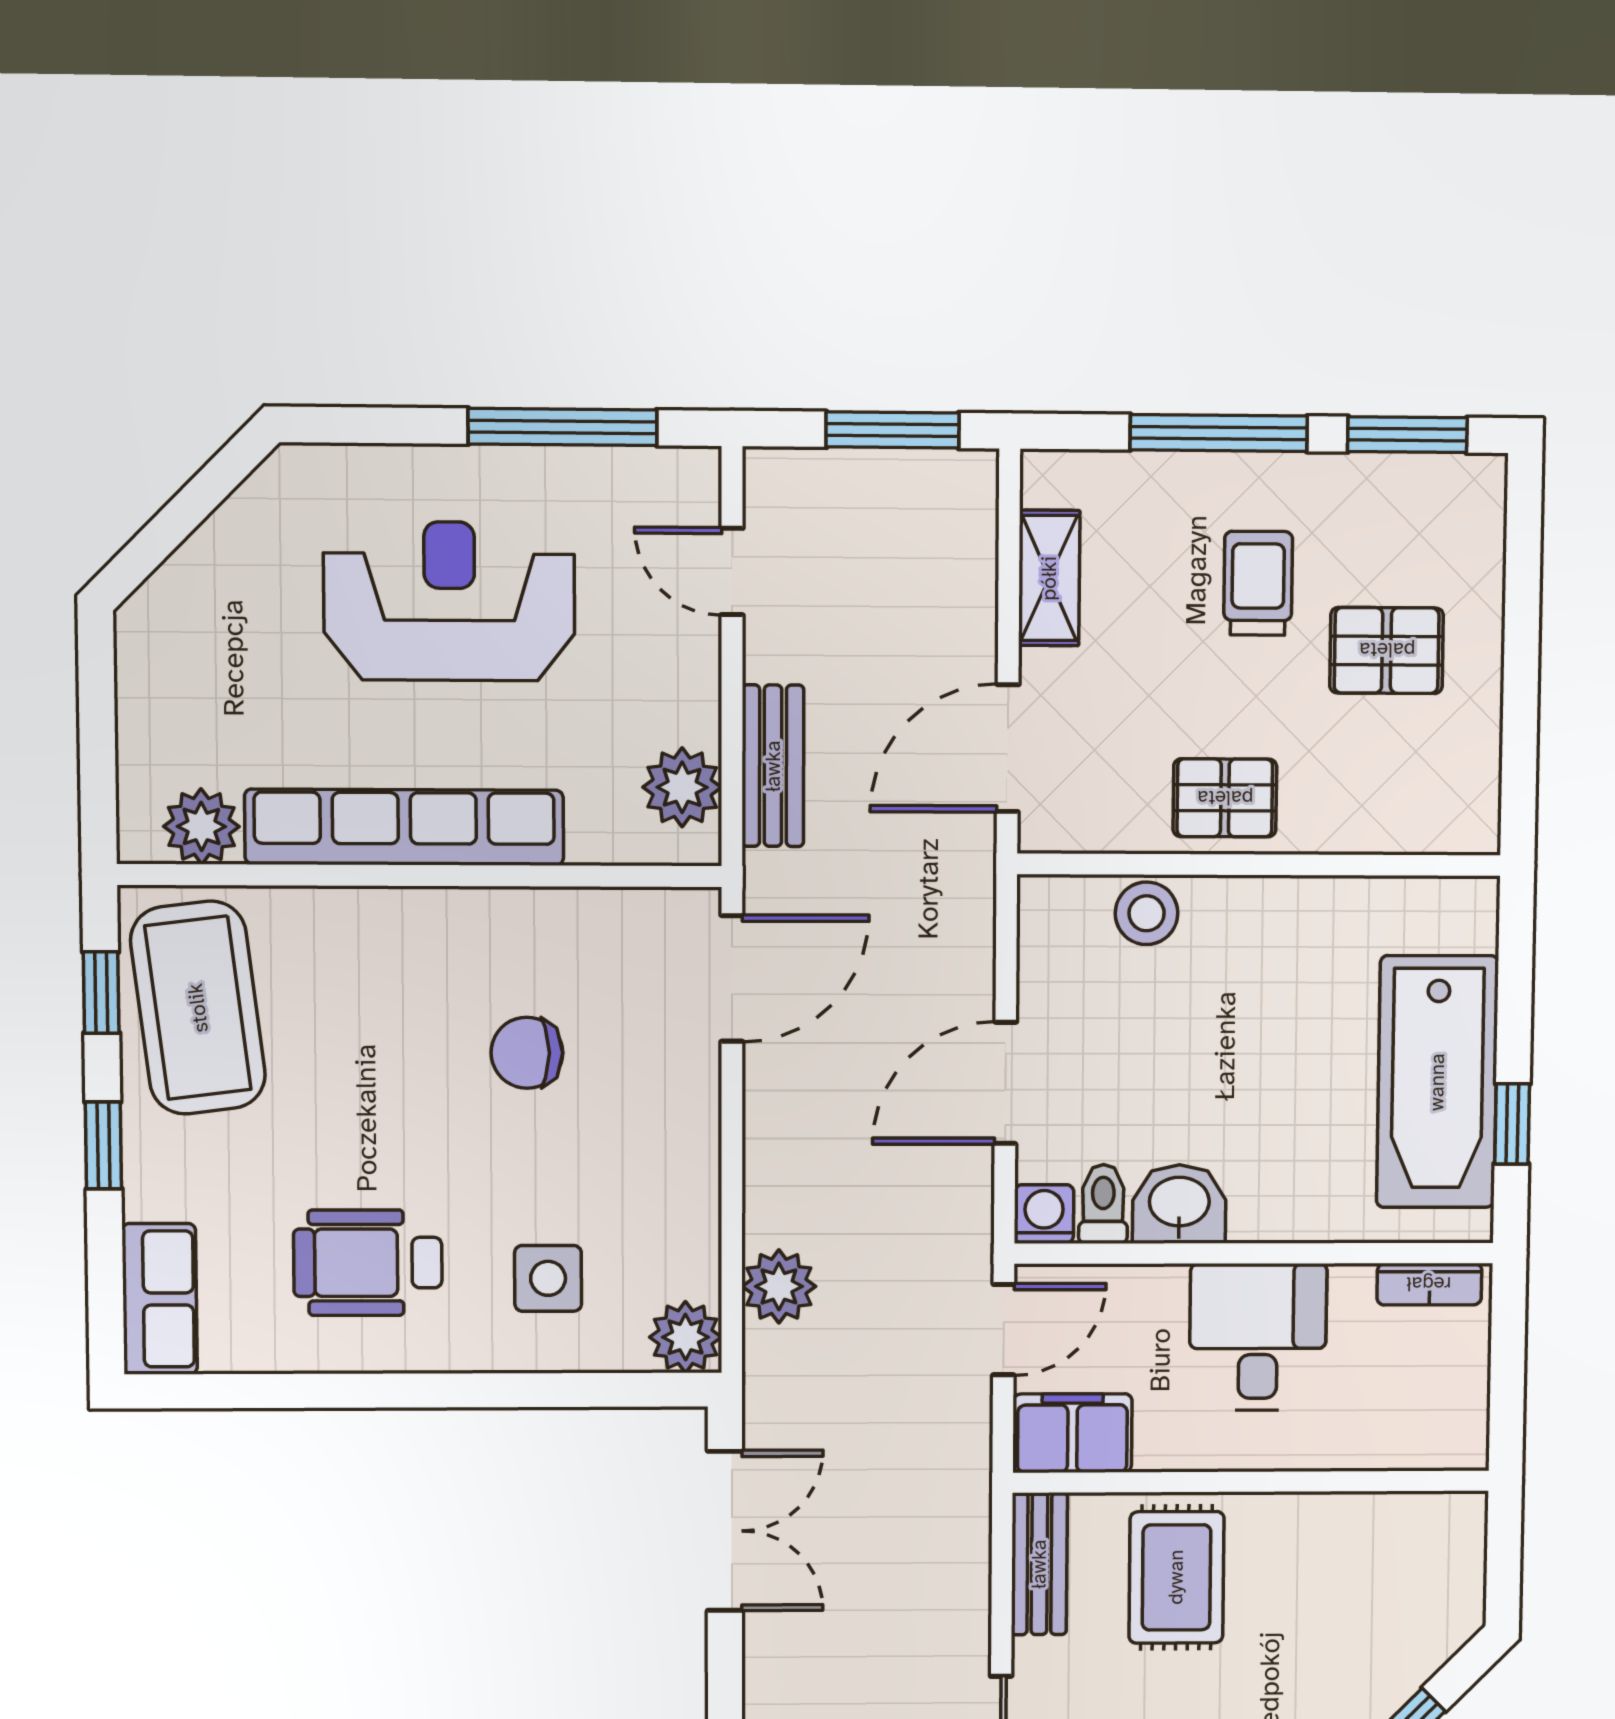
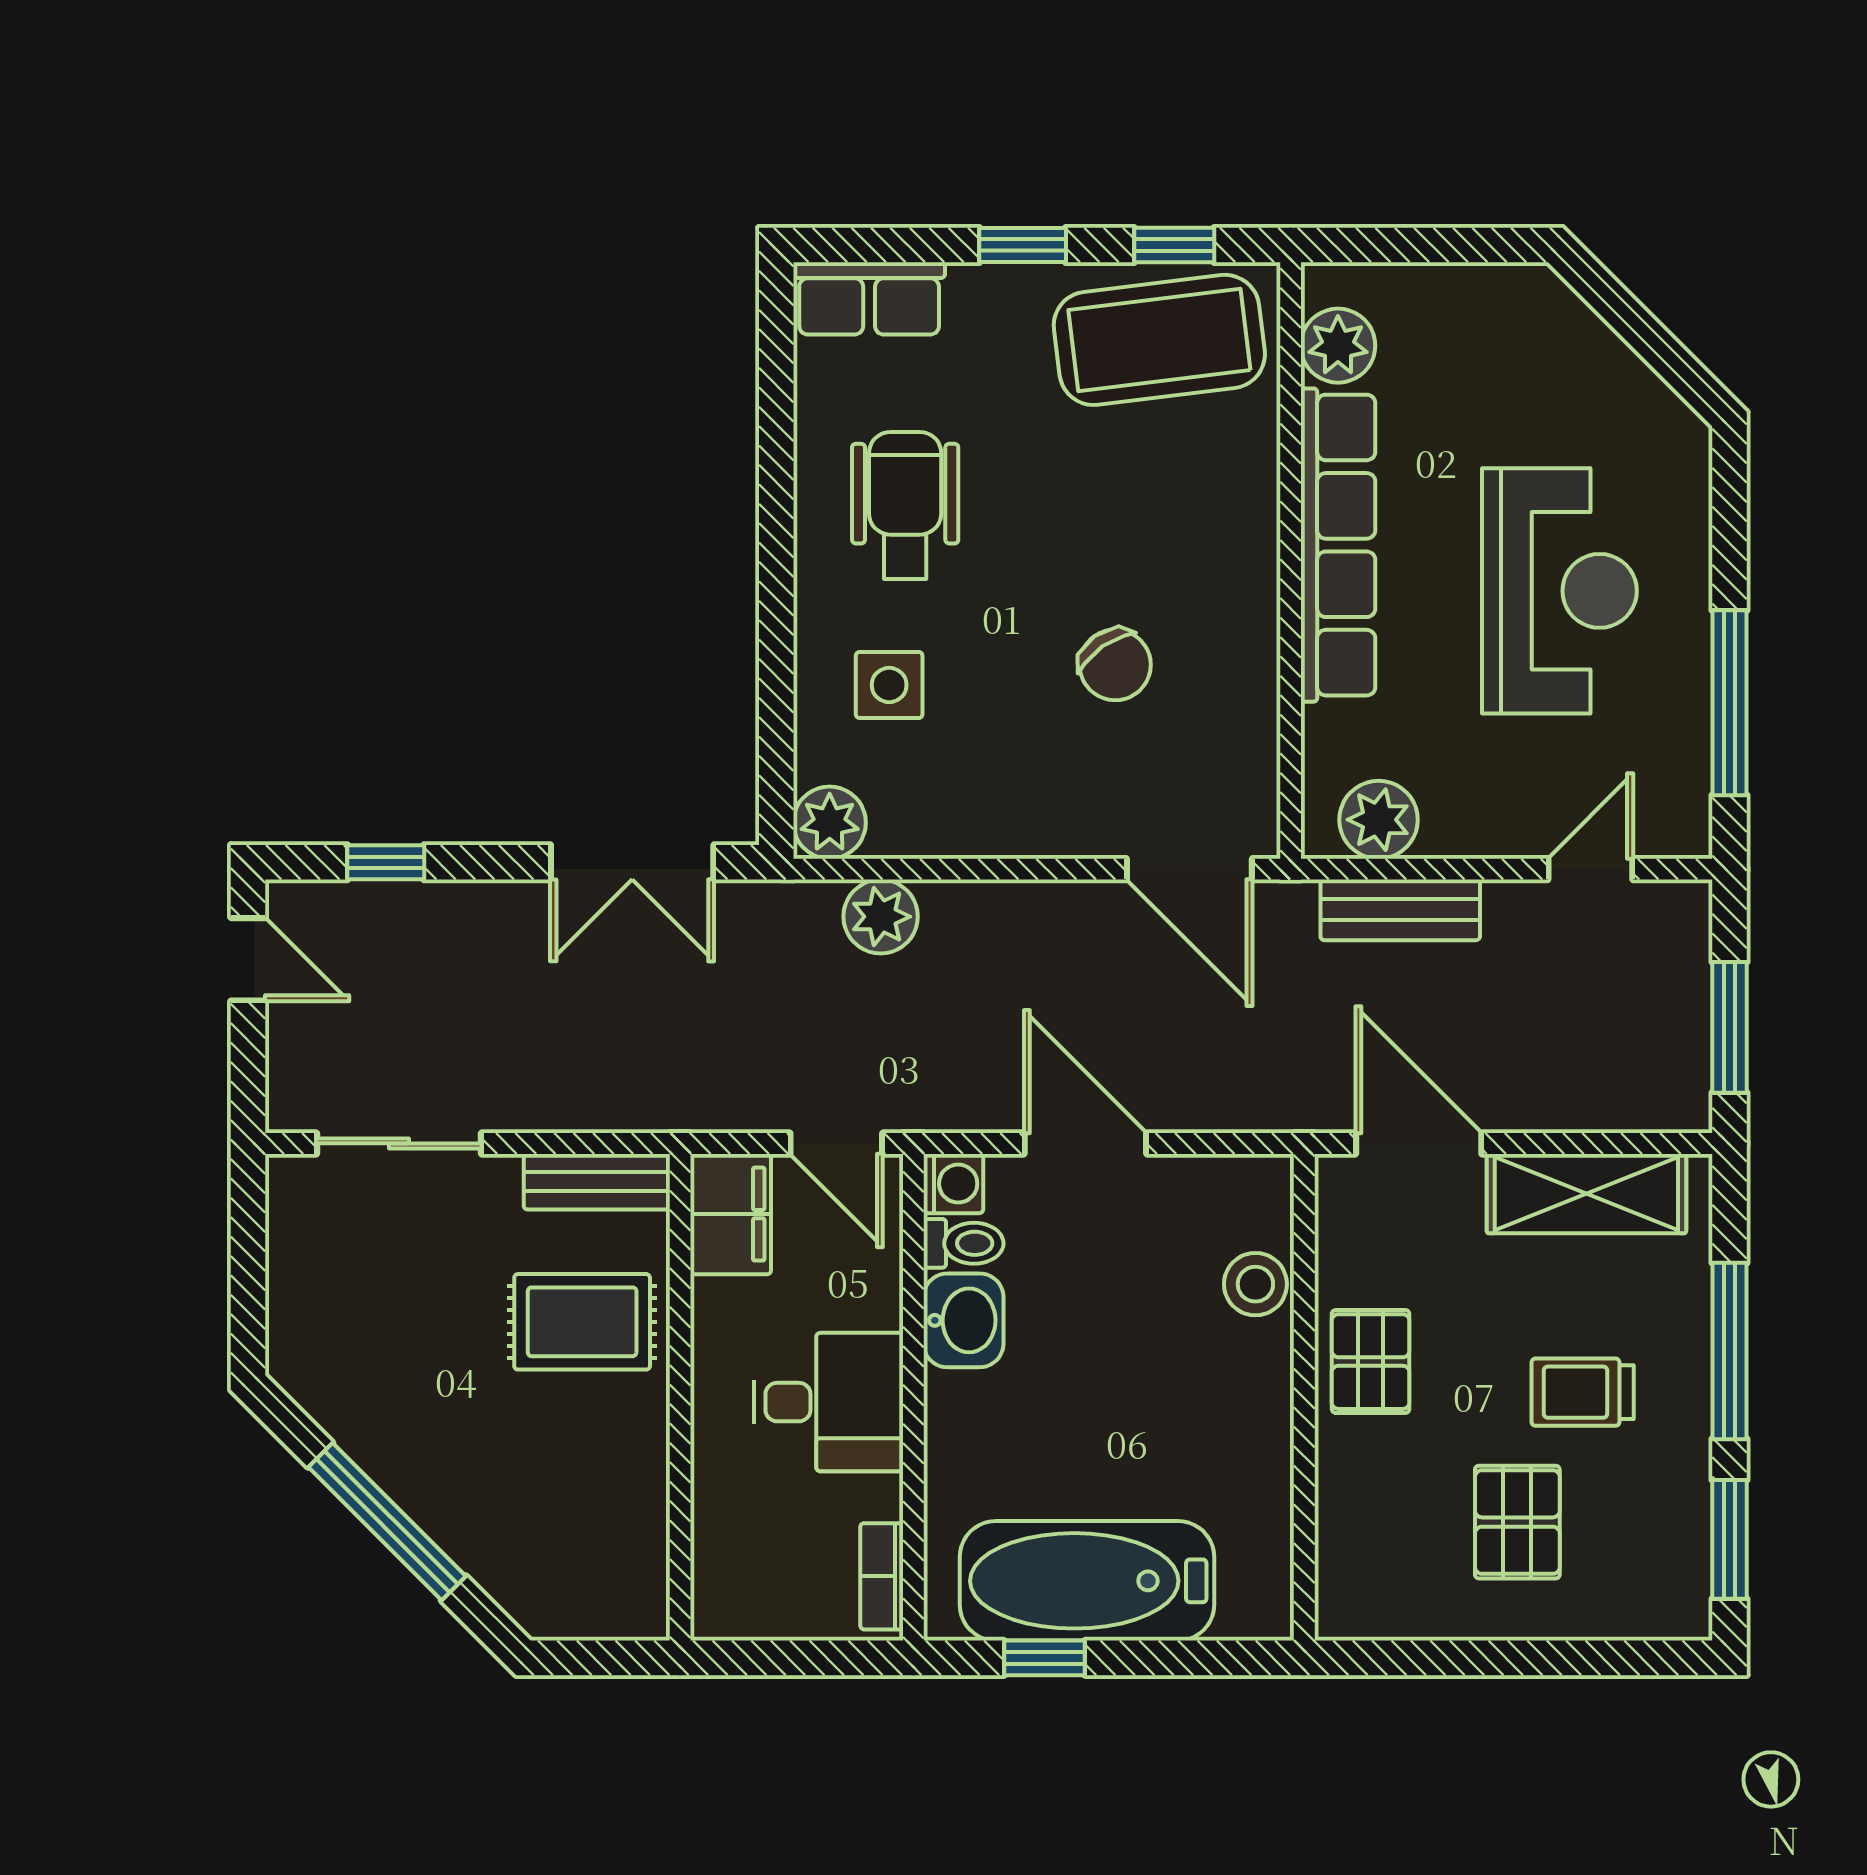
shelving: (1049, 578) -> (1586, 1194), width x1.50, depth x1.33
trolley: (1258, 583) -> (1583, 1392), turned 180
chair: (527, 1053) -> (1115, 665), turned 145

